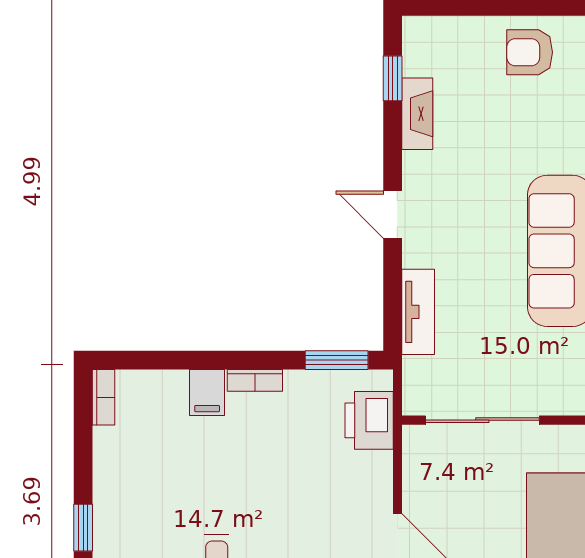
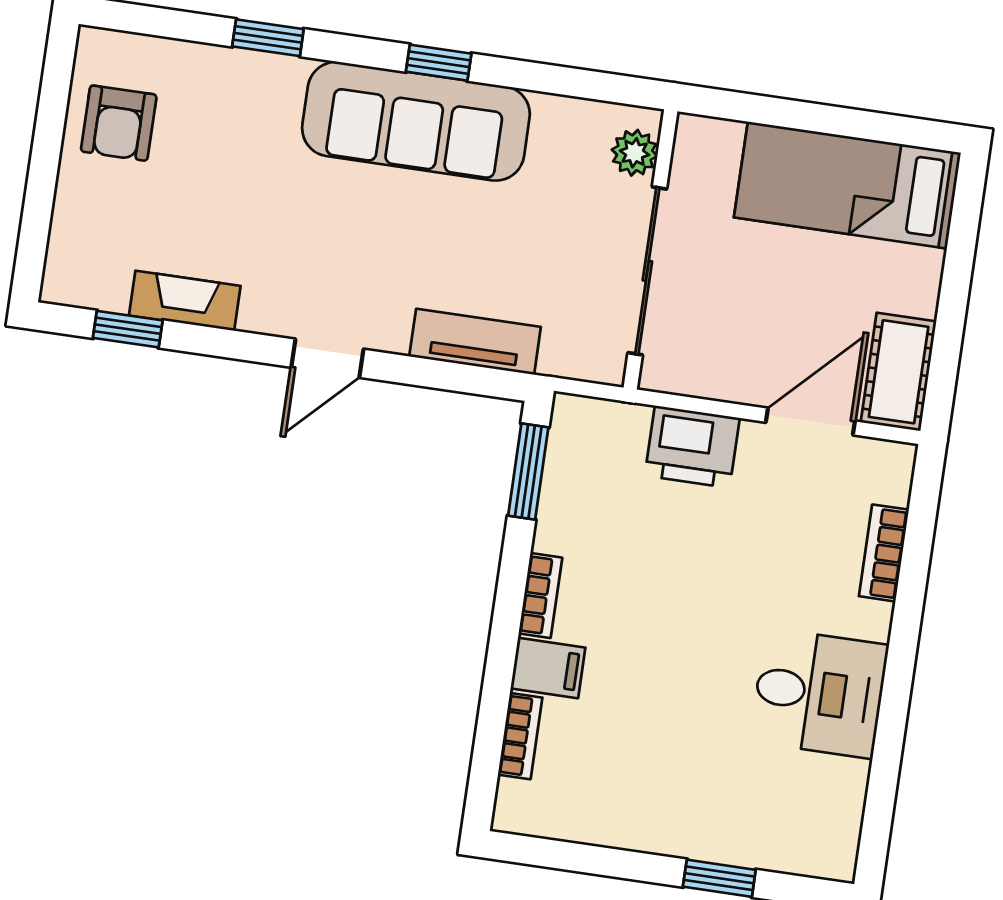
bookcase: (104, 397) -> (520, 736), moved, turned 90
plant: (560, 400) -> (635, 153), added
printer: (369, 420) -> (692, 447), moved

